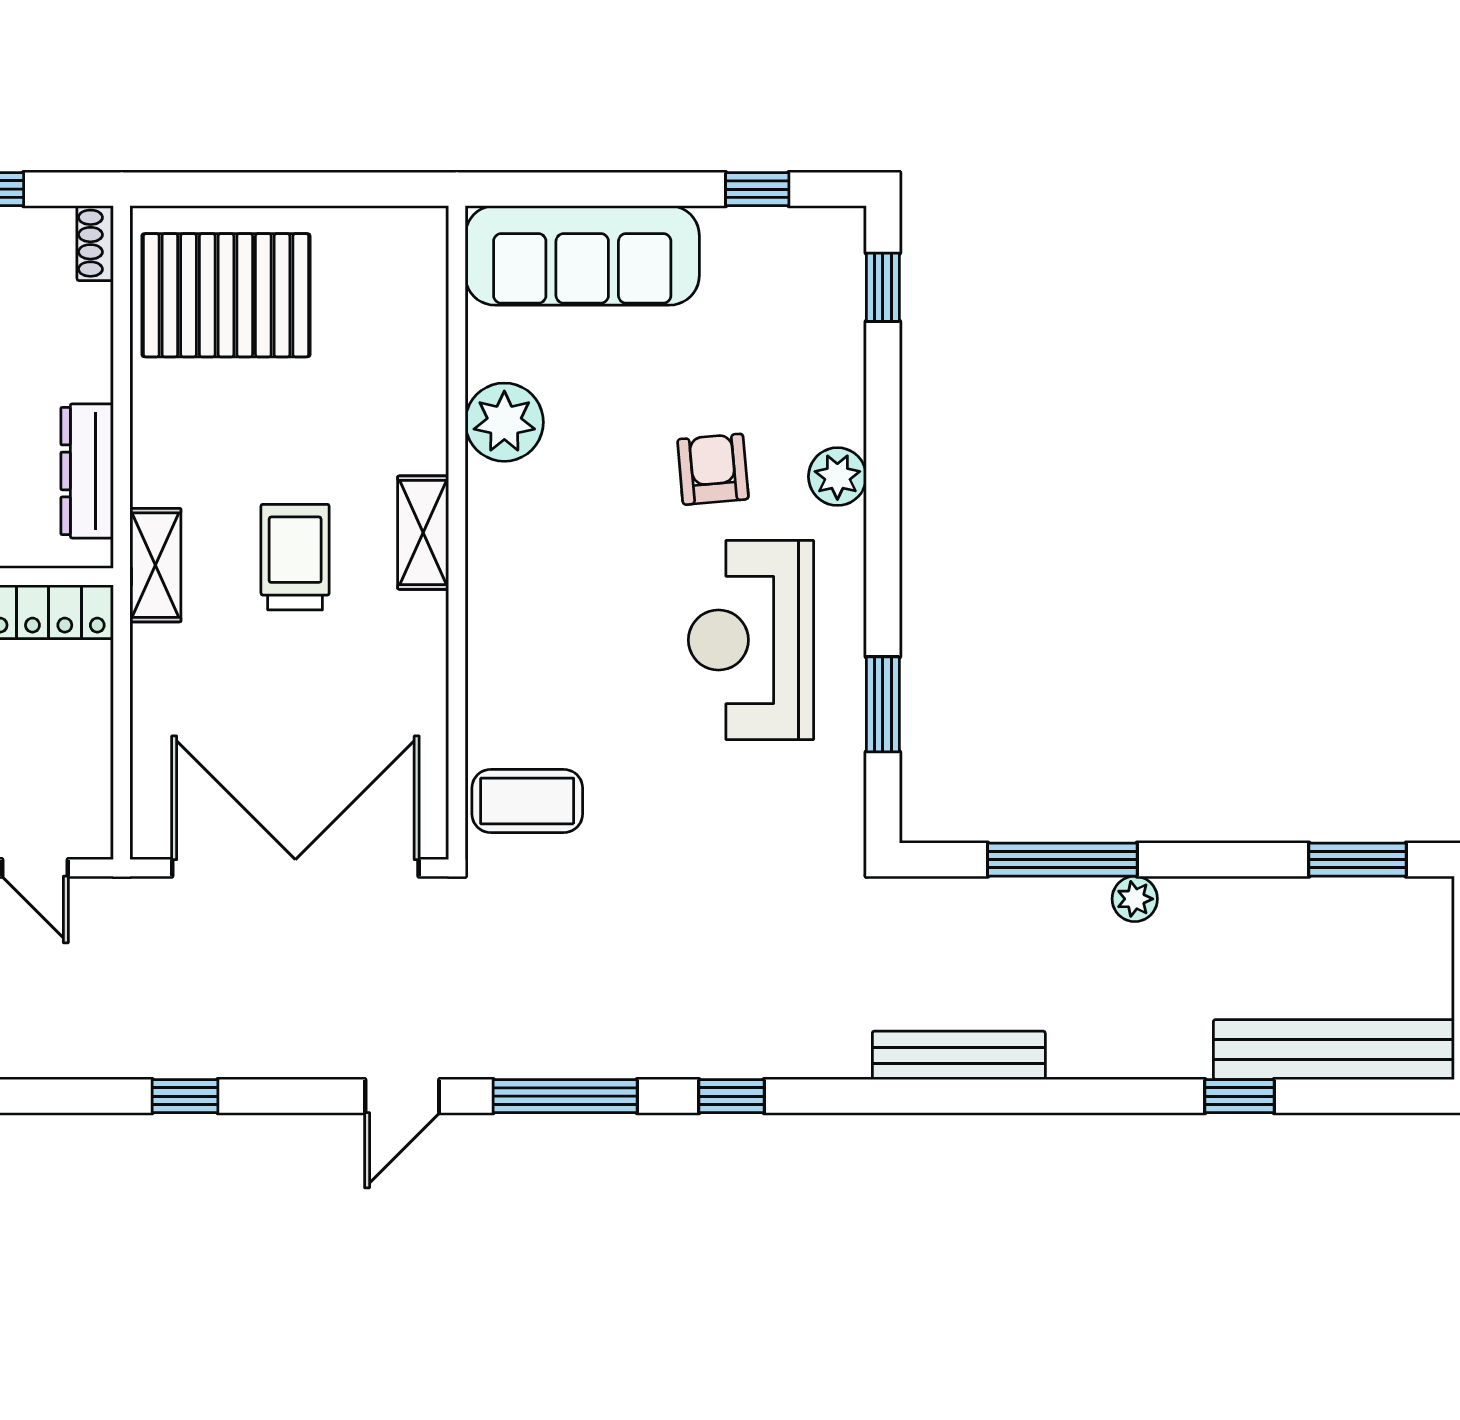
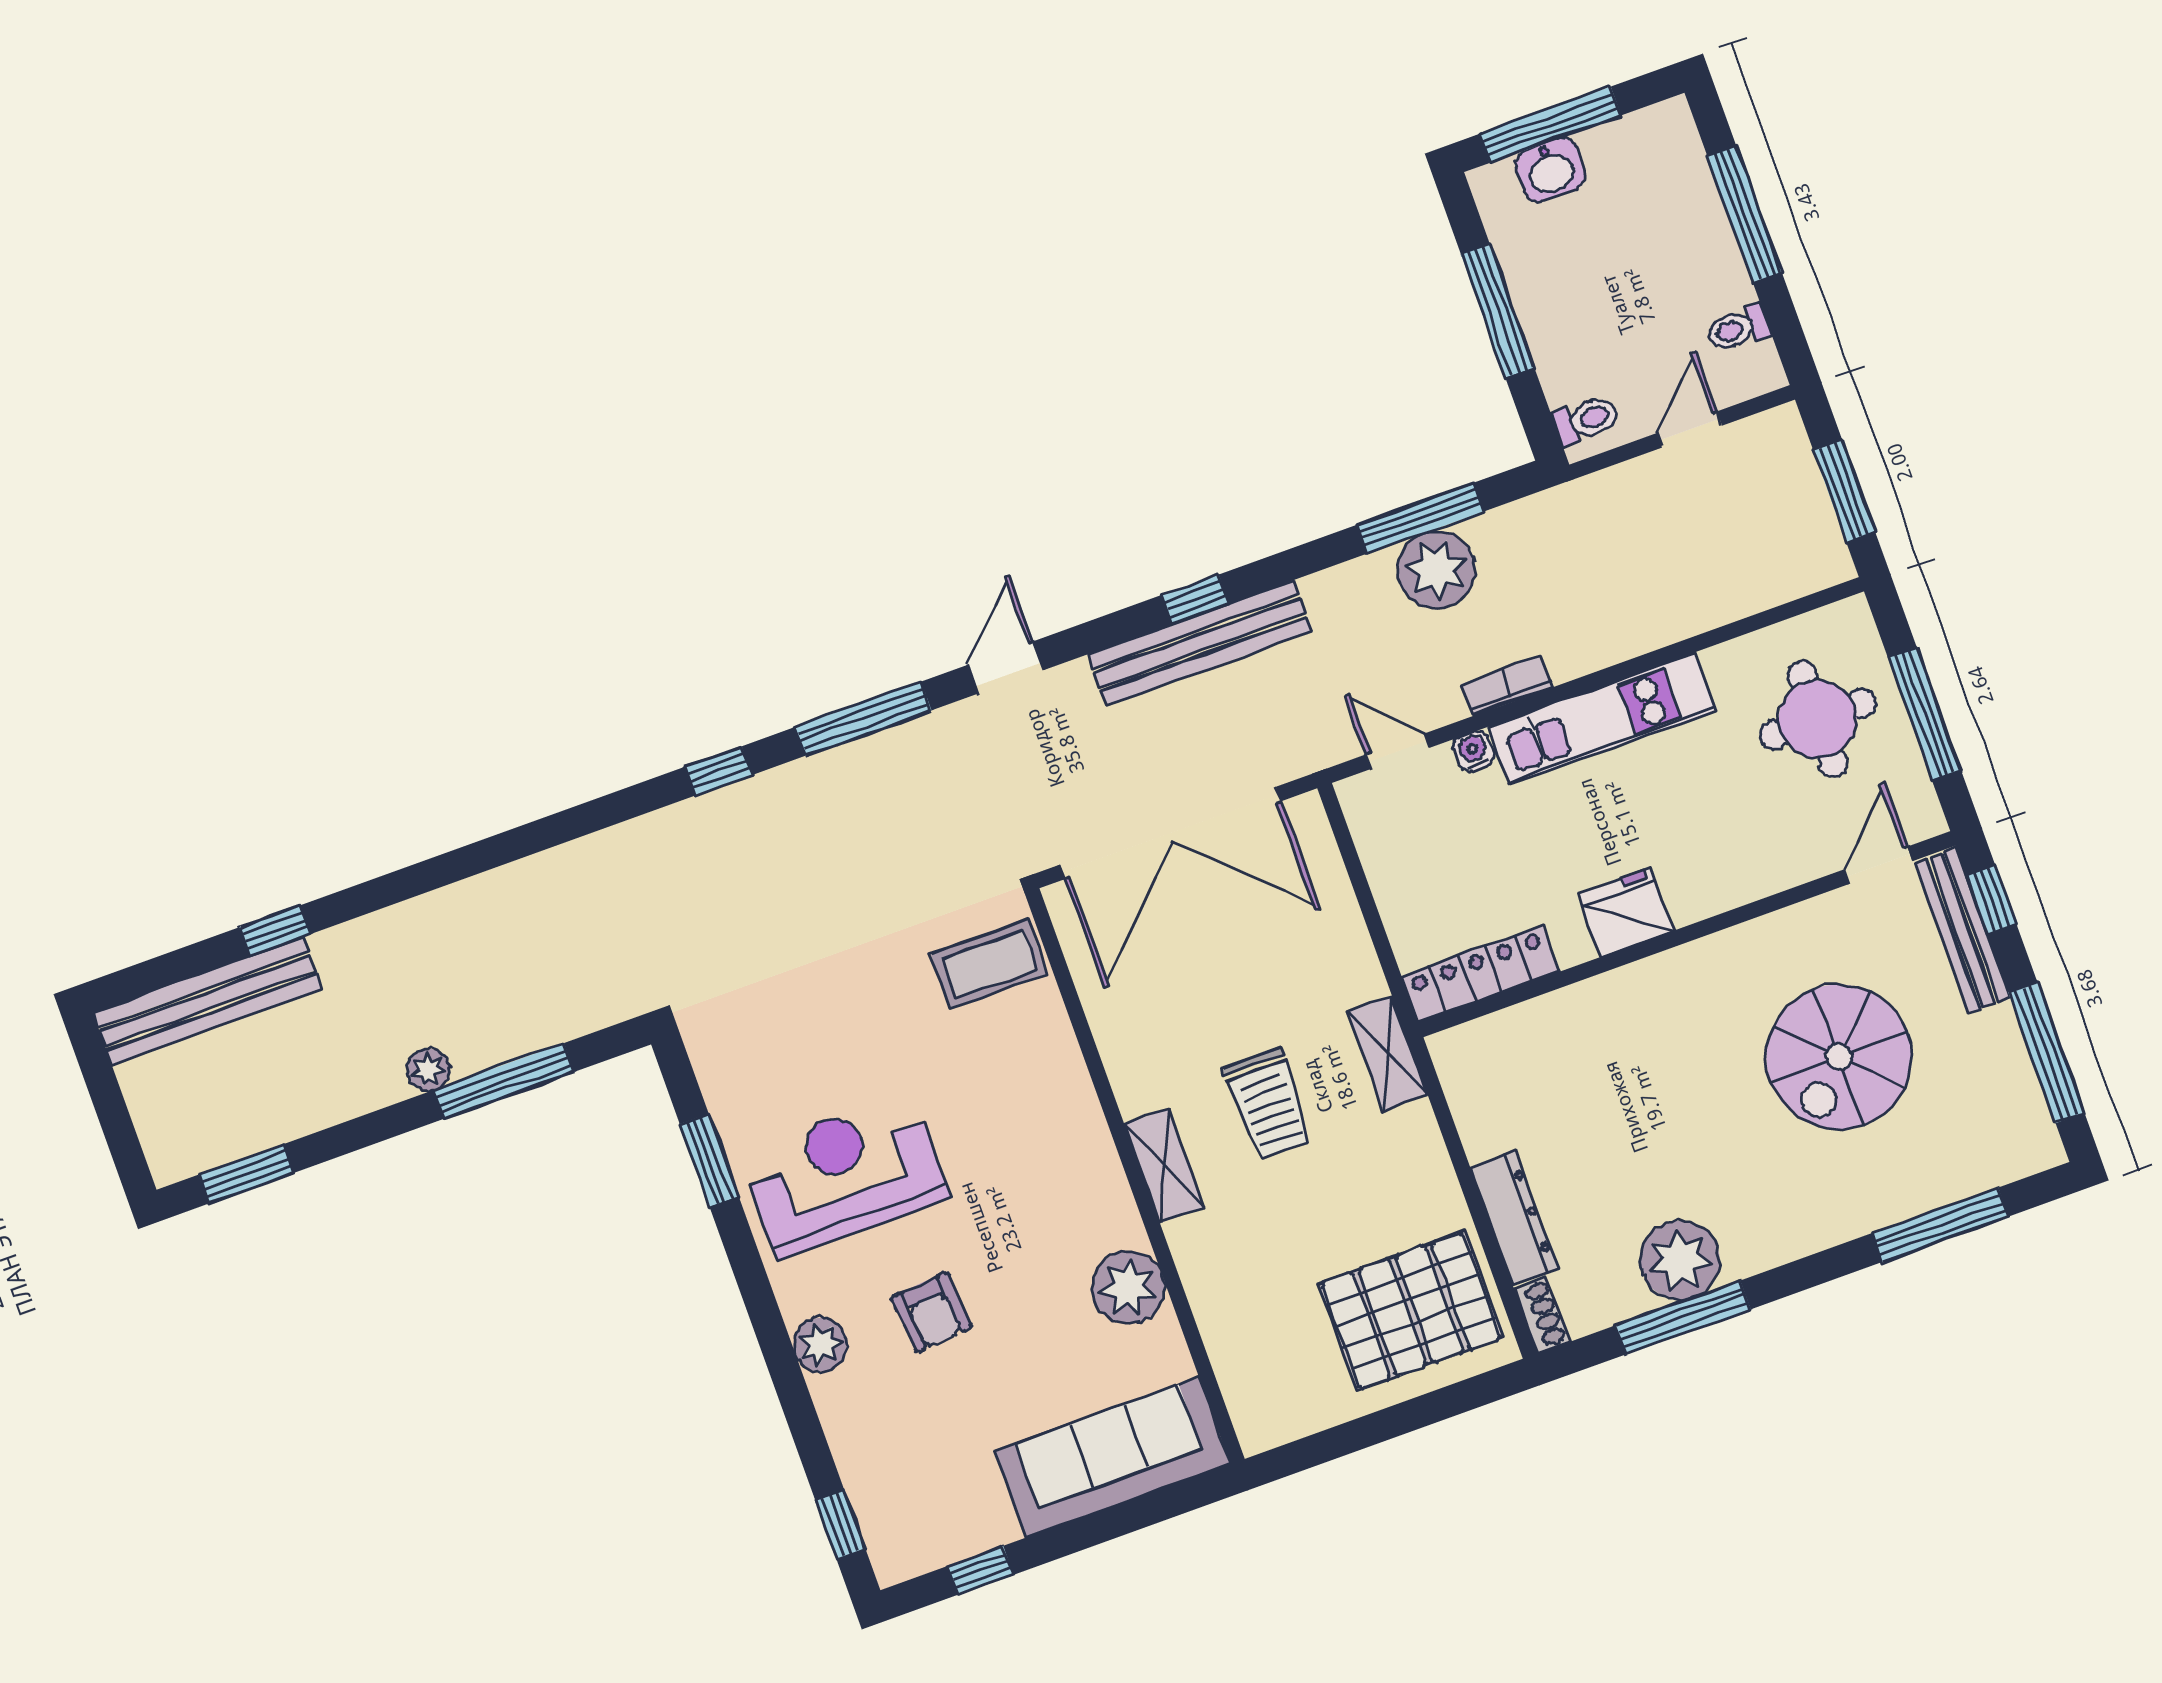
dresser: (87, 471) -> (1514, 1218), moved
reception desk: (751, 640) -> (844, 1175), turned -90
bench: (959, 1055) -> (1200, 643), moved, width x1.37, depth x1.21

